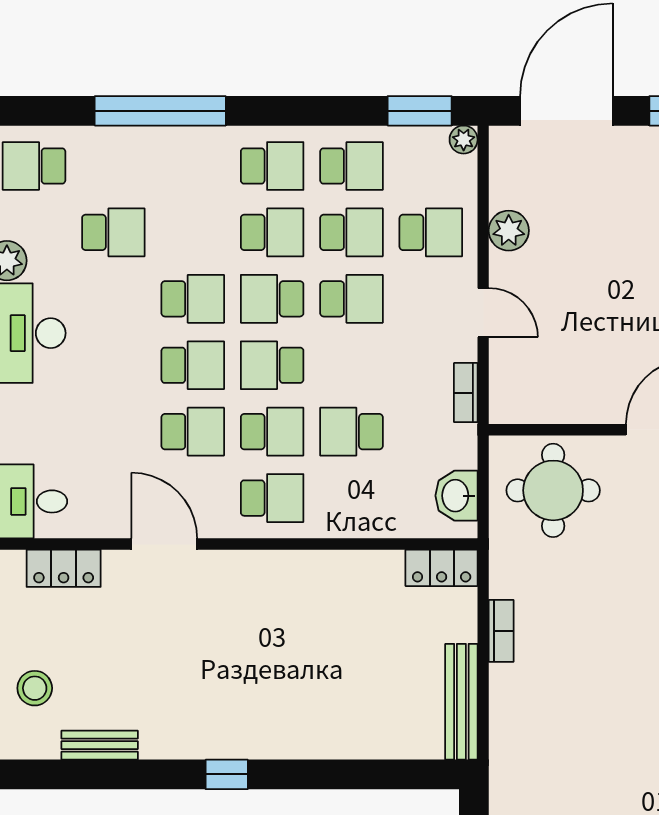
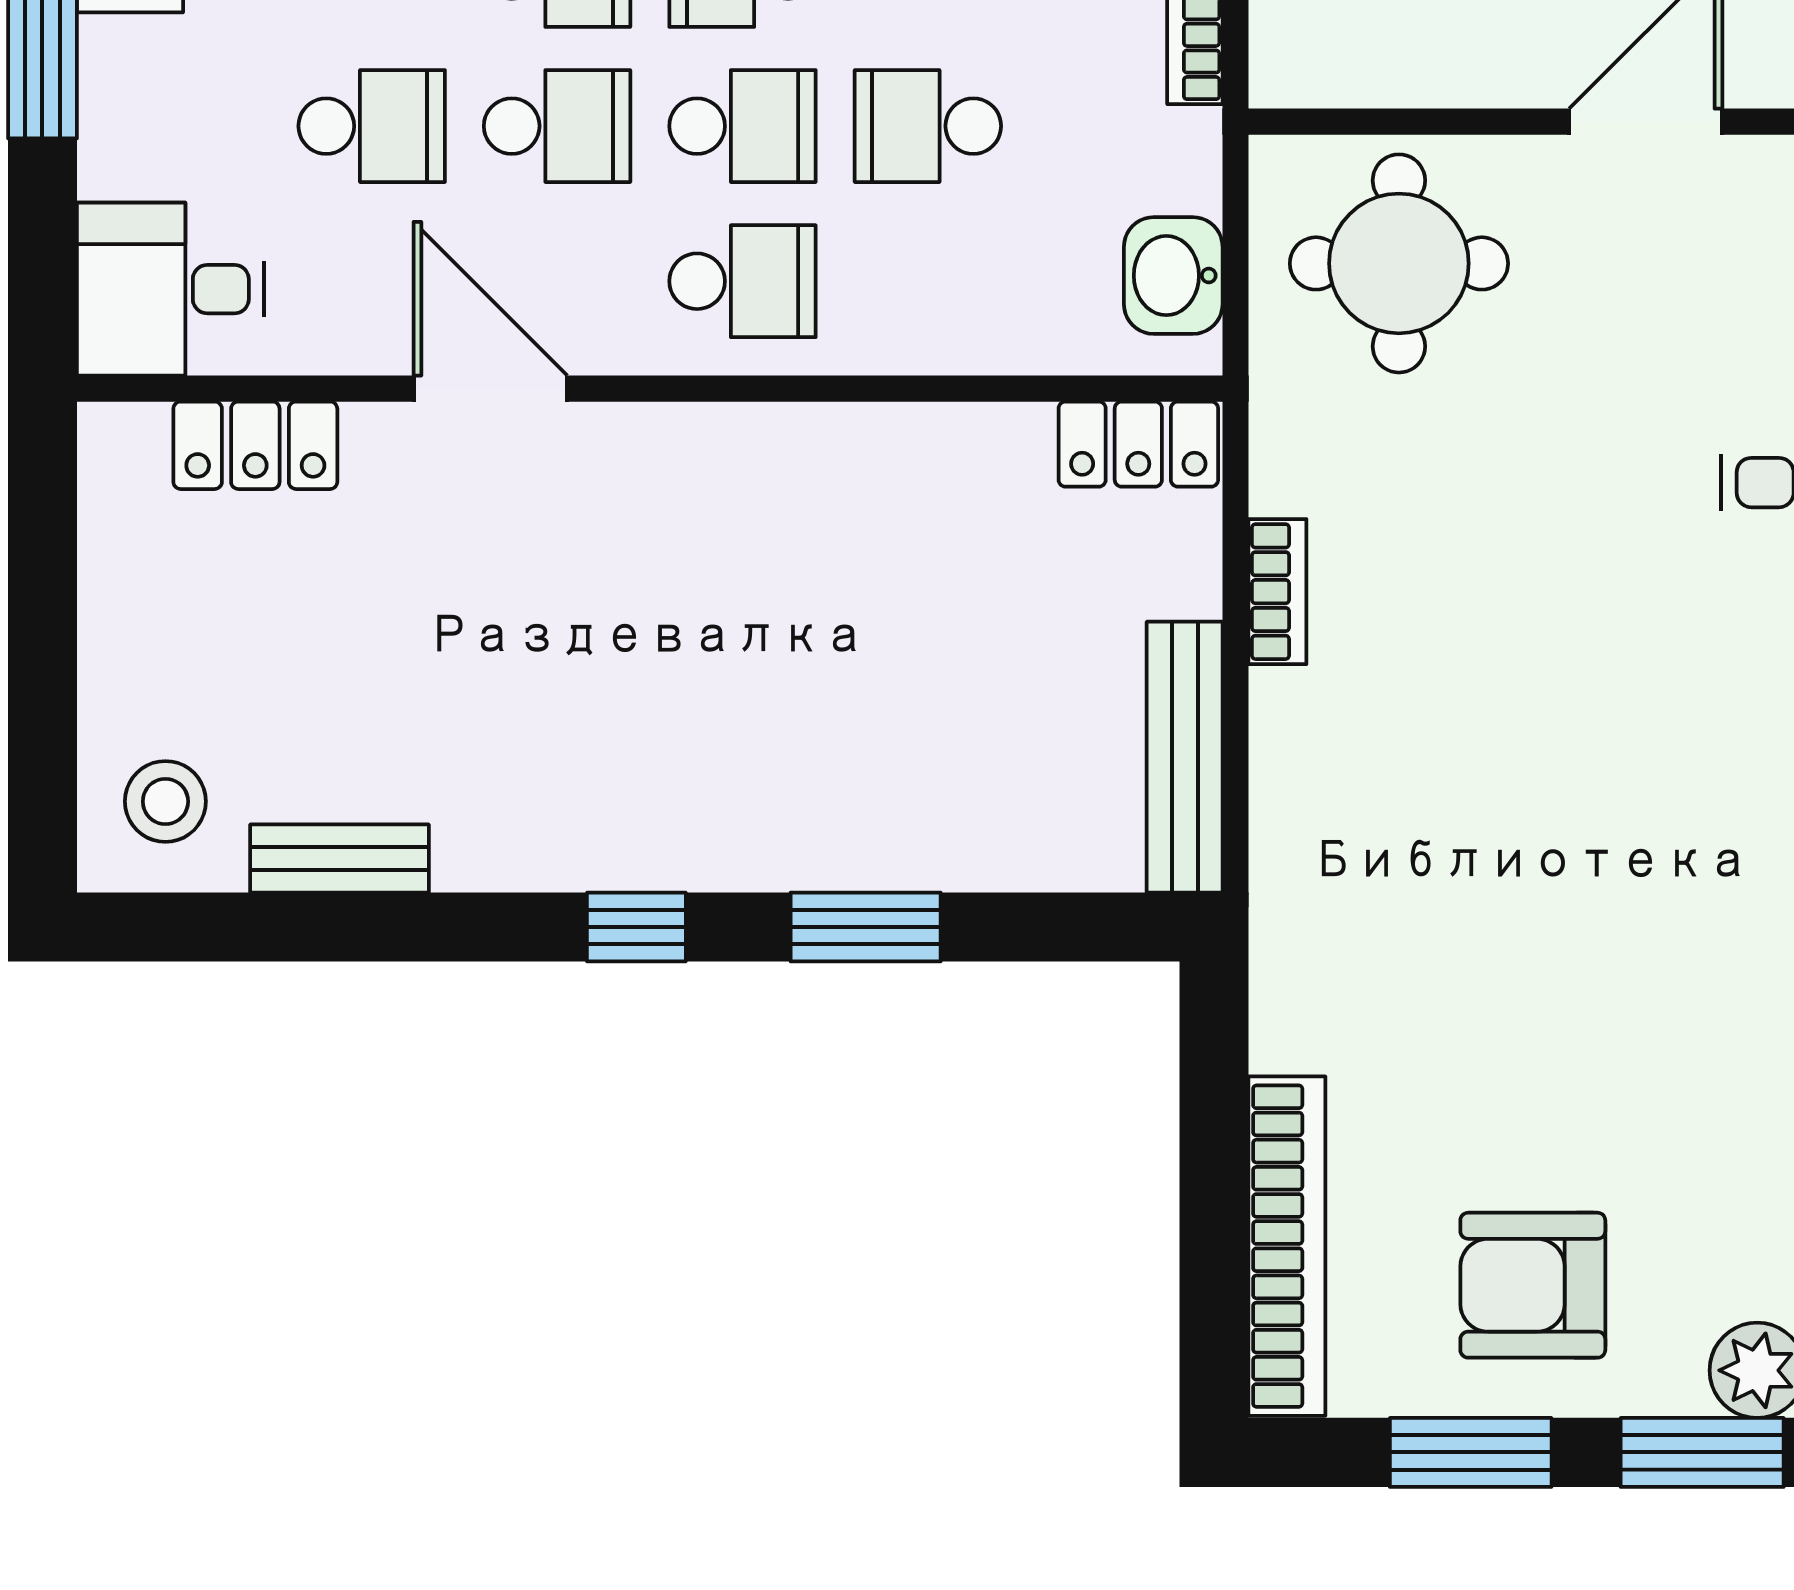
school desk: (113, 432) -> (372, 126), added
stool: (35, 688) -> (165, 801), moved
window: (325, 774) -> (866, 927), added

